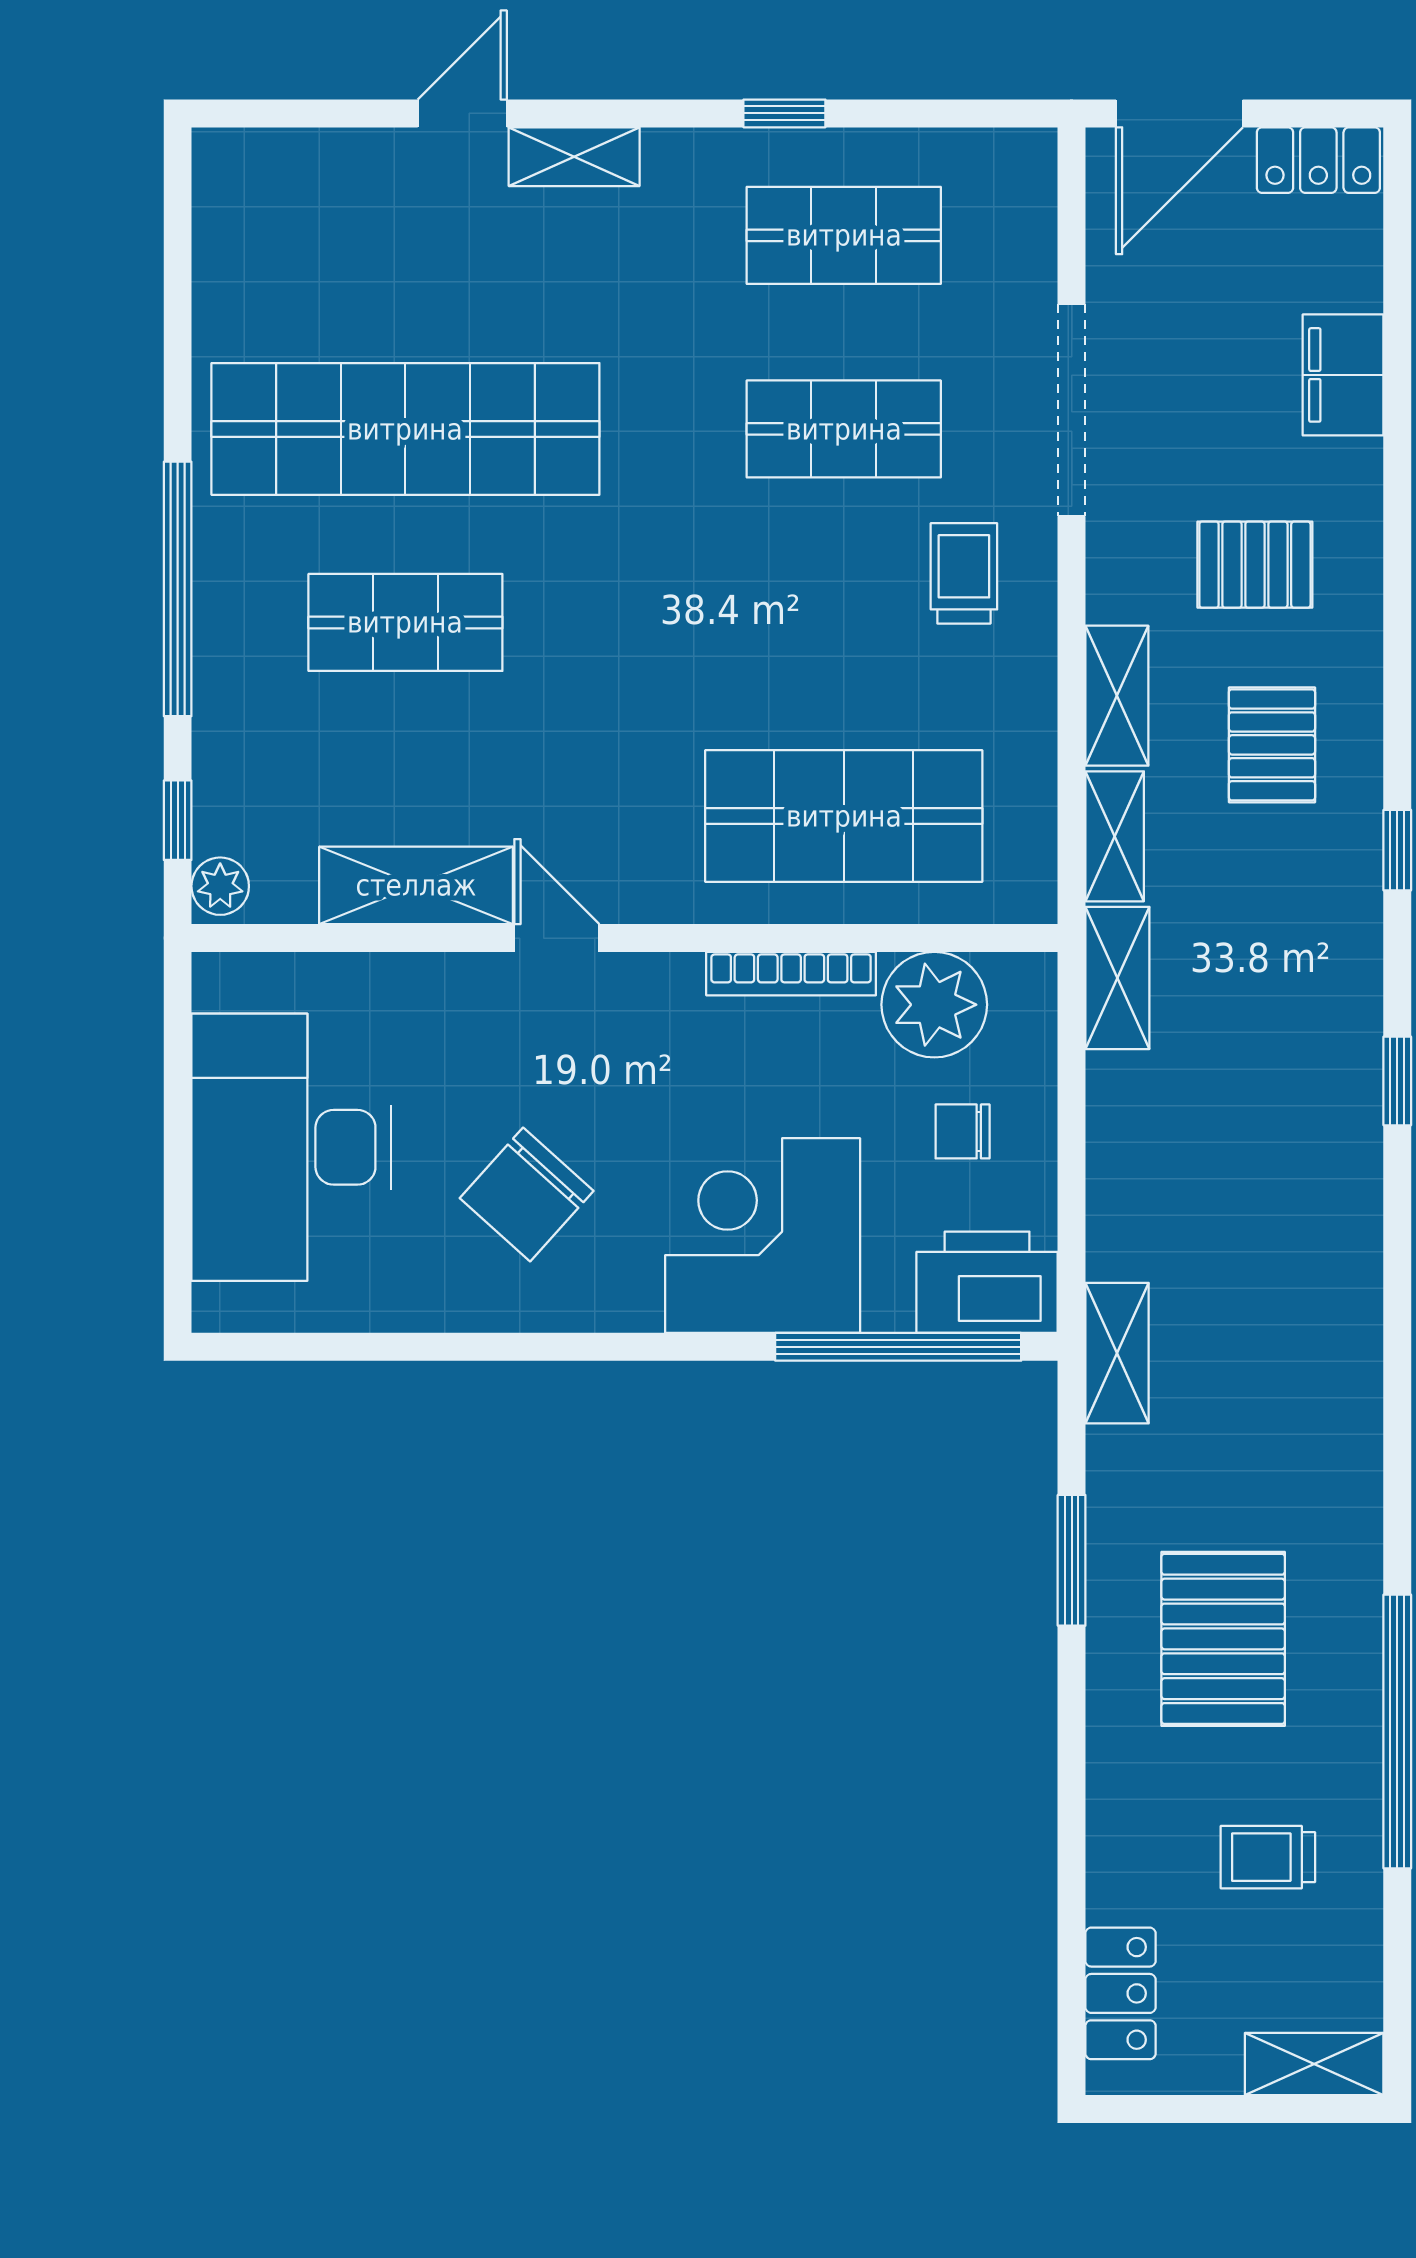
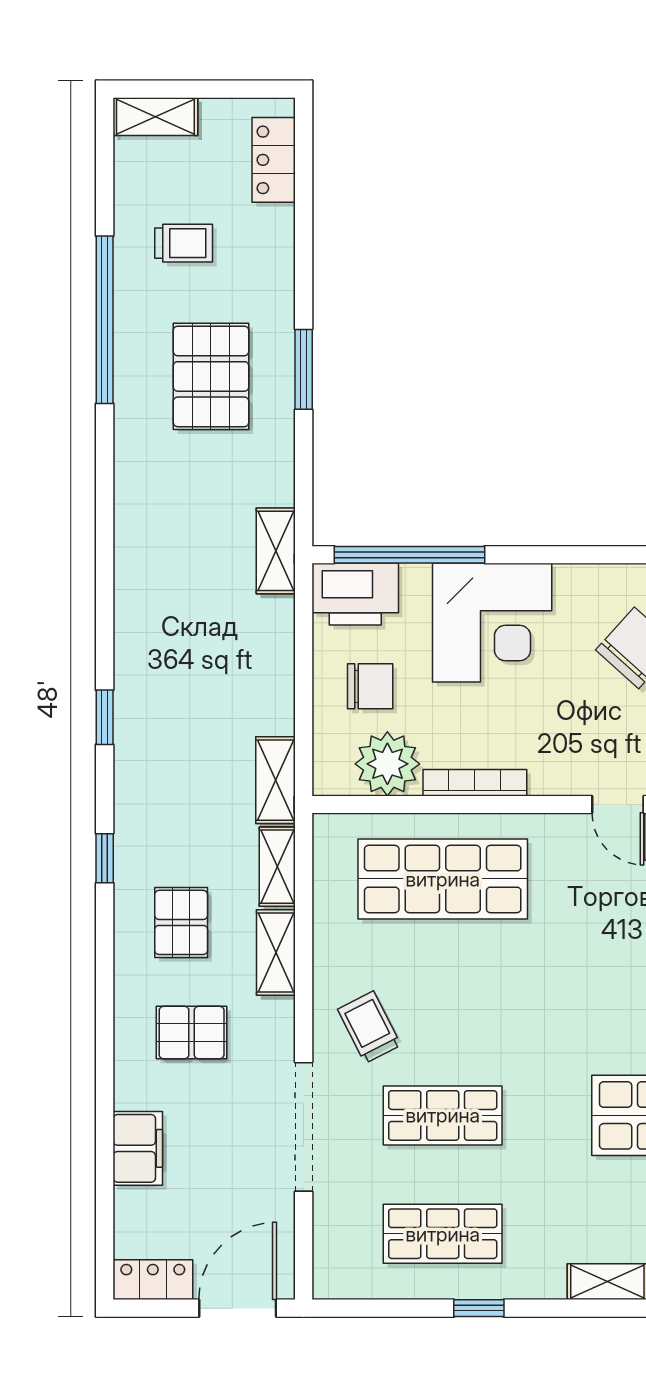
trolley: (964, 573) -> (369, 1027), turned 153
chair: (963, 1131) -> (370, 686), width x1.37, depth x1.37
window: (1072, 1560) -> (304, 369), moved

